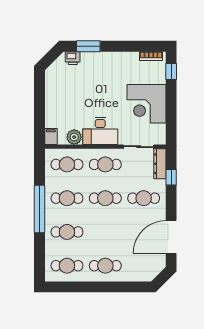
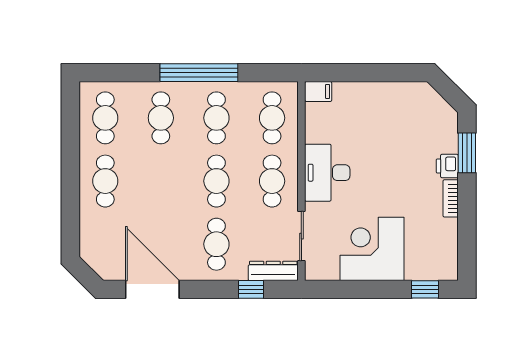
bookcase: (151, 56) -> (451, 198), moved
printer: (73, 58) -> (447, 166), moved
plant: (74, 137) -> (317, 130), removed

